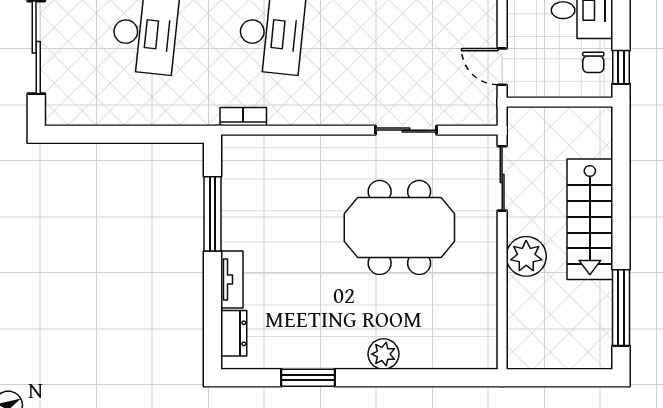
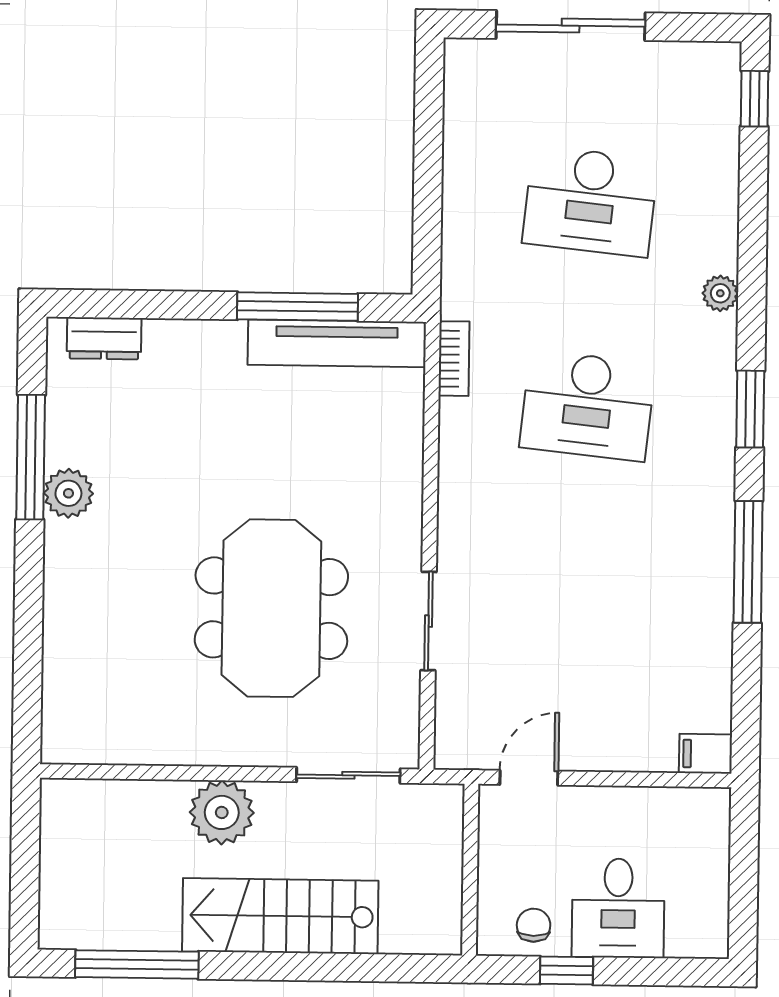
chair: (593, 62) -> (534, 925), turned 90
window: (621, 67) -> (566, 970), moved
tv unit: (232, 280) -> (337, 343), moved, width x1.92, depth x1.29
plant: (383, 354) -> (68, 493), moved
window: (308, 378) -> (31, 457), width x1.44

